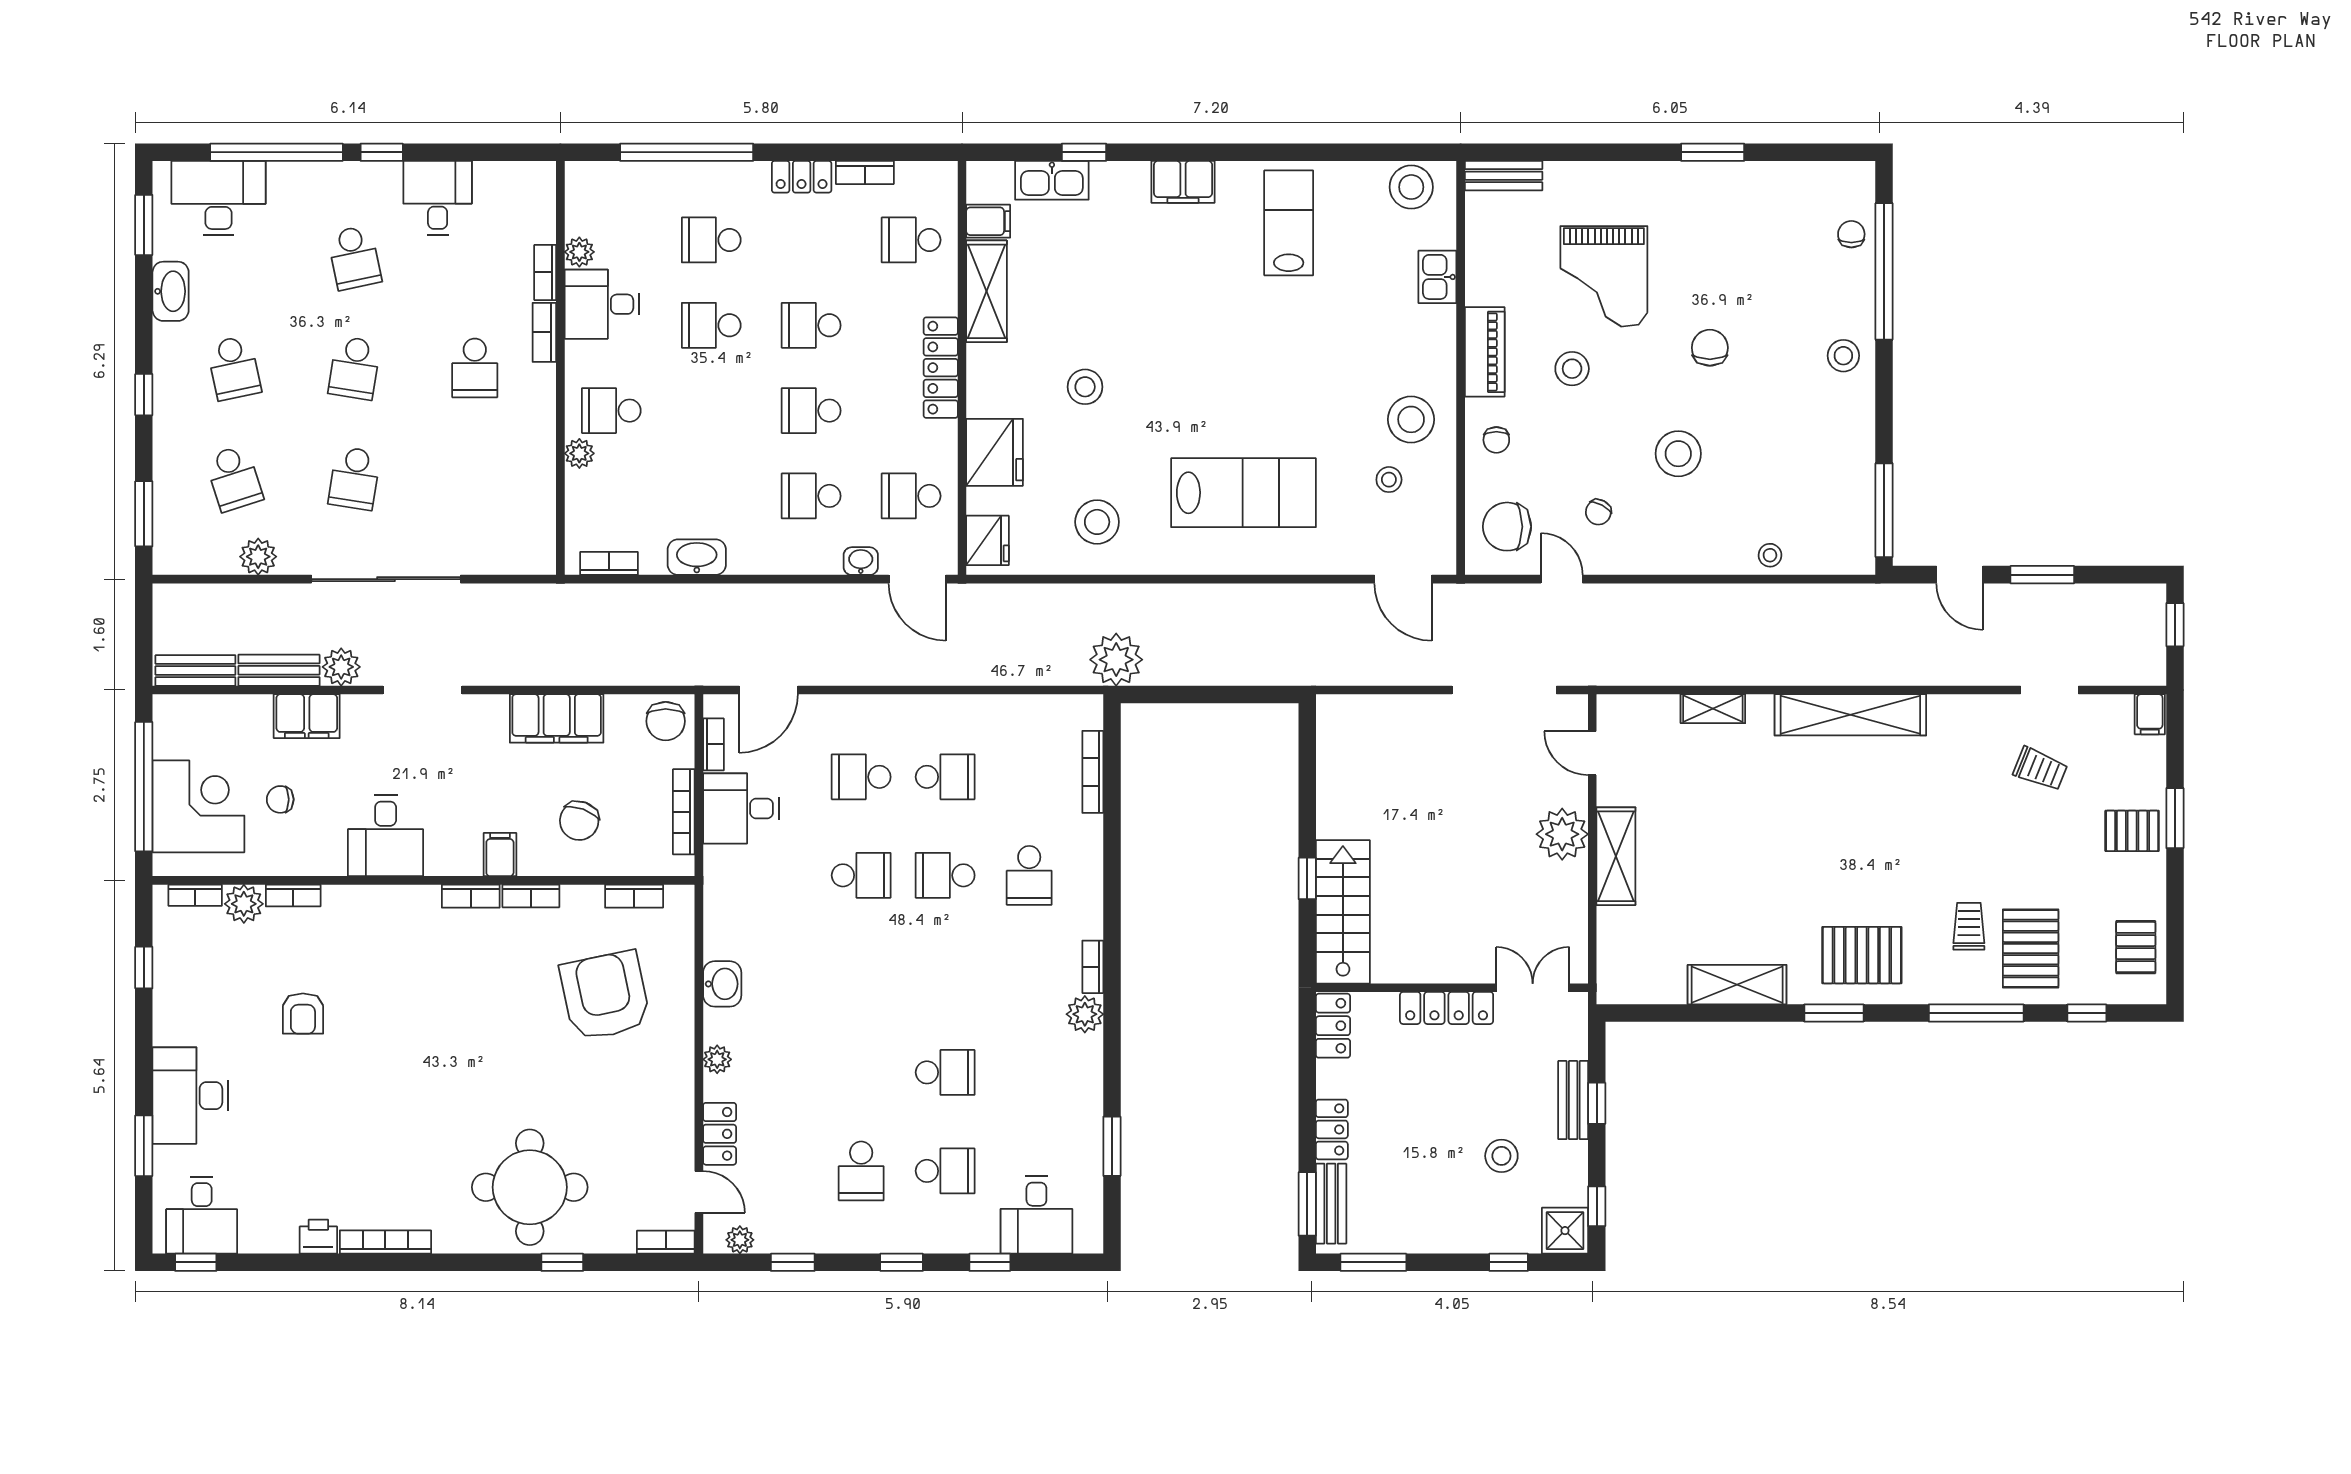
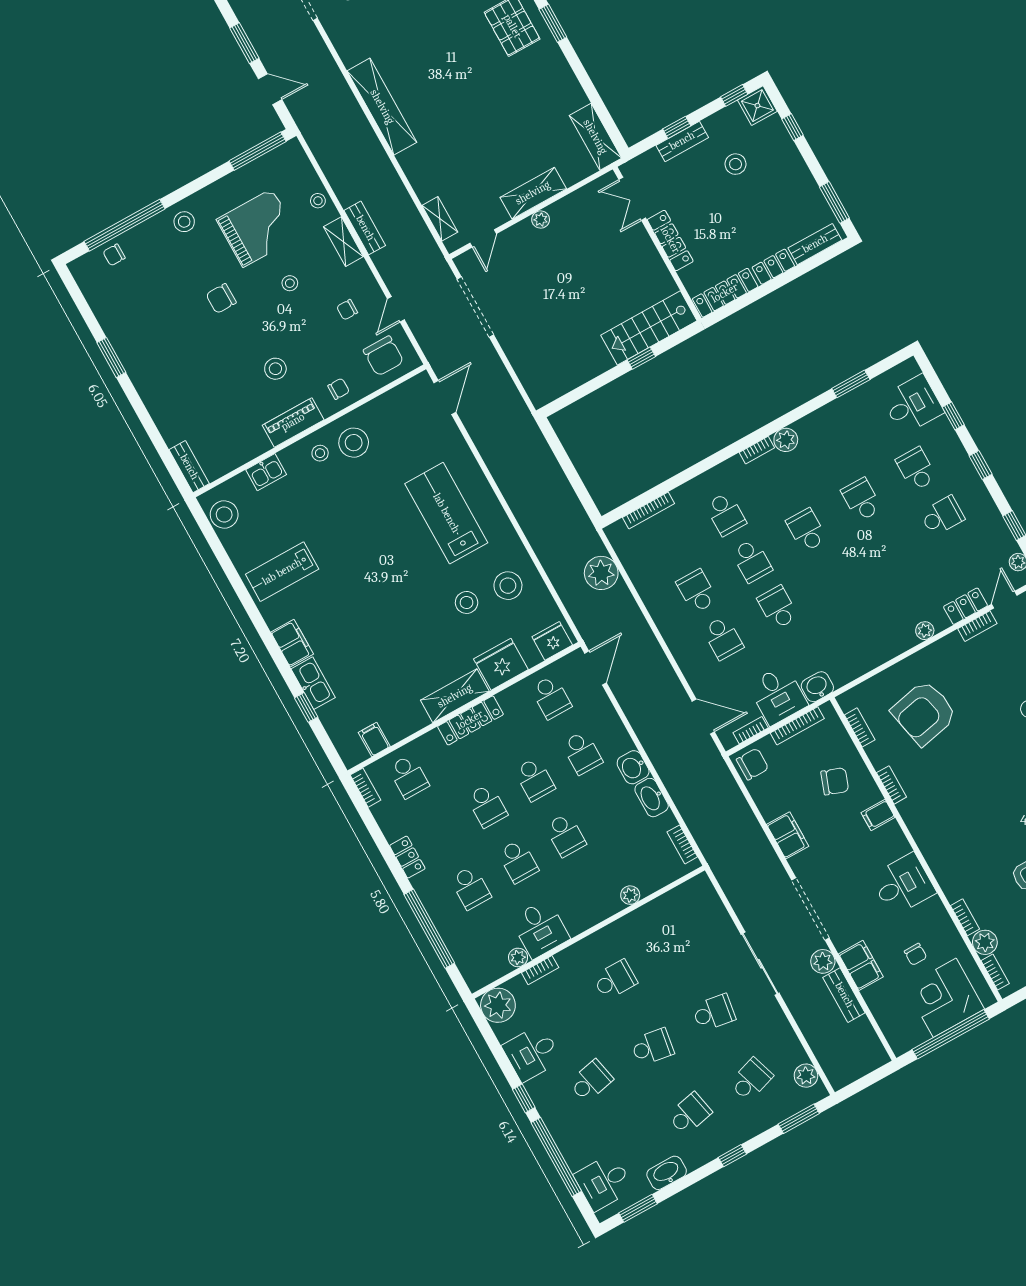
bookcase: (865, 172) -> (366, 788), moved
kitchen sink: (1052, 180) -> (313, 683), moved
plant: (529, 188) -> (498, 1005), added
desk: (219, 198) -> (604, 1182), width x0.73
grand piano: (1604, 276) -> (257, 228), moved
shelving: (987, 291) -> (455, 696), moved
bookcase: (544, 332) -> (574, 952), removed
stool: (1085, 387) -> (467, 602), moved
school desk: (611, 411) -> (565, 835), moved
stool: (1678, 454) -> (290, 283), width x0.53, depth x0.53
stool: (1389, 480) -> (320, 453), moved
chair: (1598, 512) -> (347, 310), turned 152
plant: (258, 557) -> (806, 1076), moved
shelving: (1694, 559) -> (343, 242), added
washbasin: (861, 561) -> (633, 767), moved, width x1.38, depth x1.45
door: (1960, 575) -> (270, 89), hinge flipped
sliding door: (386, 579) -> (760, 964), width x0.73
plant: (1116, 660) -> (601, 573), moved
bench: (195, 671) -> (365, 228), moved
doorway: (423, 690) -> (810, 909), width x1.36
shelving: (1713, 709) -> (440, 219), moved
filing cabinet: (557, 718) -> (788, 835), width x0.67, depth x0.86
plant: (1562, 834) -> (541, 220), width x0.53, depth x0.53
school desk: (1029, 875) -> (726, 514), turned 90
bookcase: (471, 896) -> (977, 626), moved, turned 90
school desk: (945, 974) -> (807, 530), added
washbasin: (722, 984) -> (817, 687), moved
shelving: (1737, 985) -> (595, 137), moved
locker: (1333, 1026) -> (725, 293), width x1.53
window: (1307, 1204) -> (822, 257), removed

